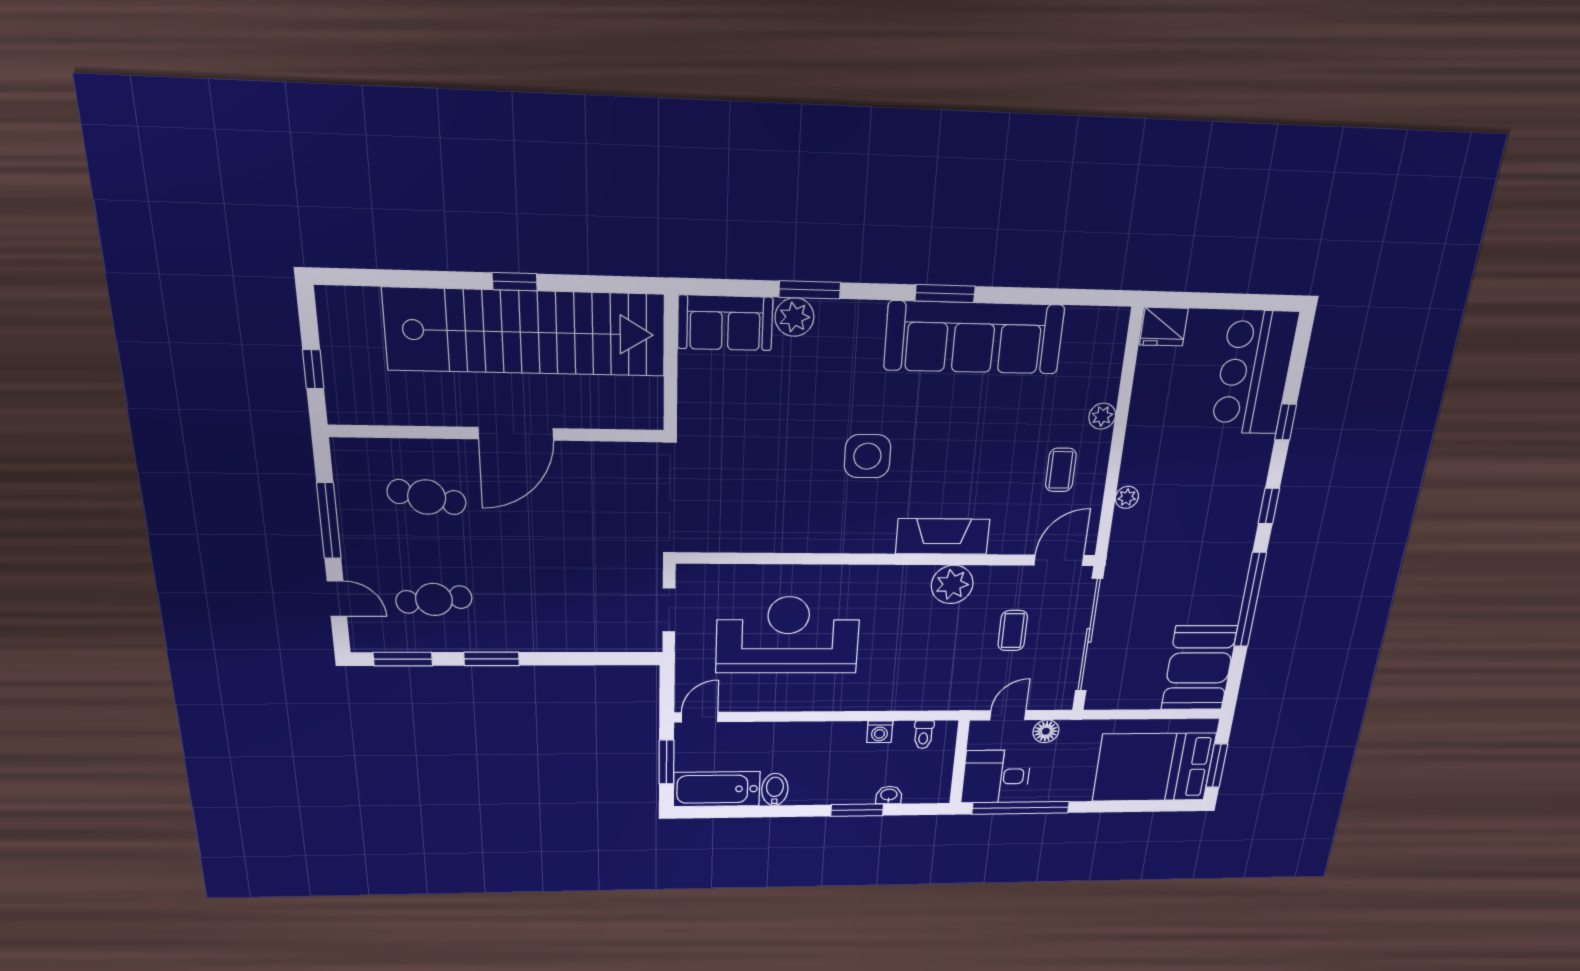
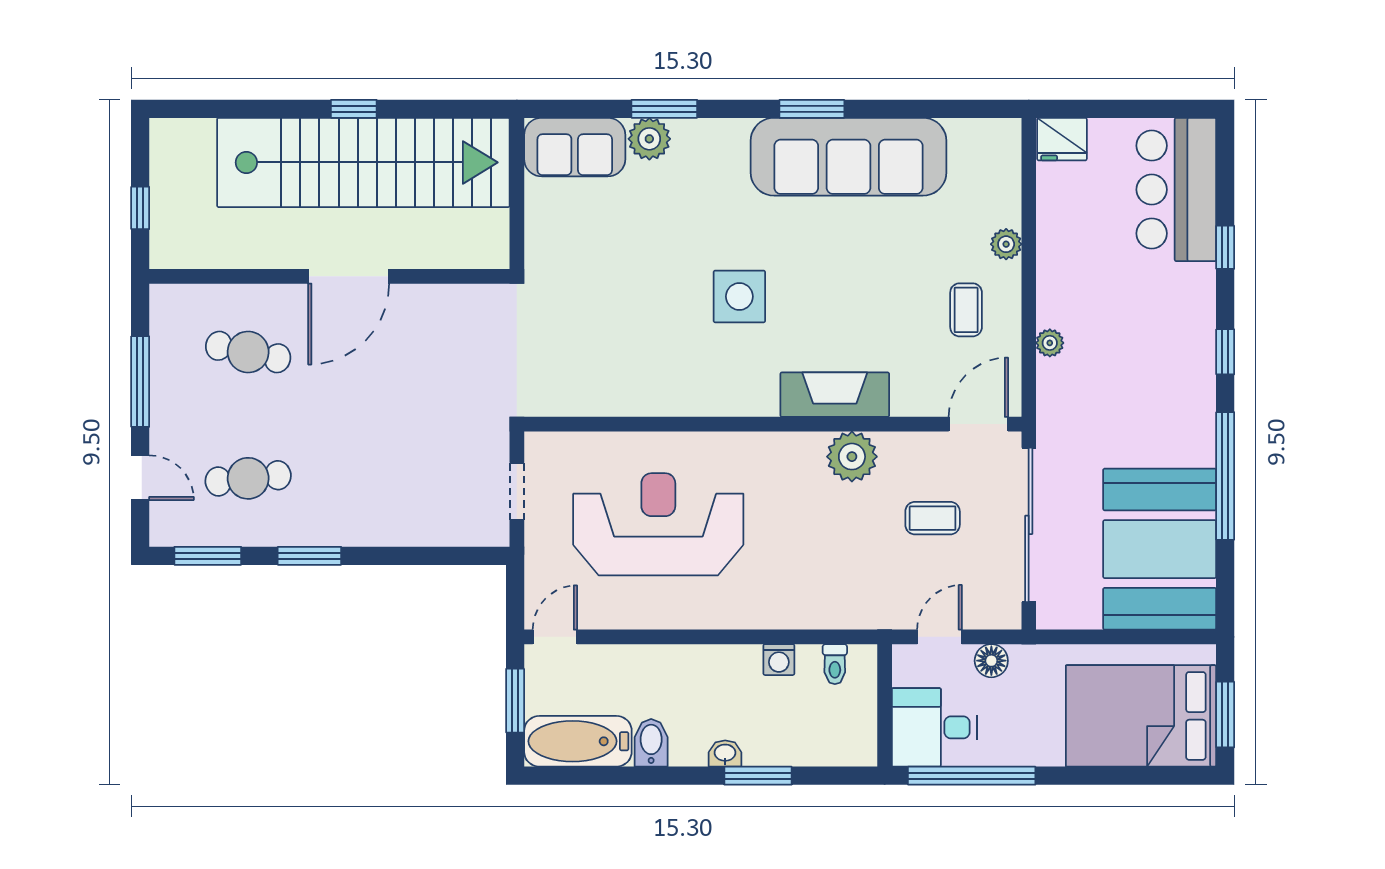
coffee table: (1013, 631) -> (933, 518), turned 90
booth: (1199, 668) -> (1160, 549), width x1.36, depth x1.42
washbasin: (889, 795) -> (725, 753), moved

